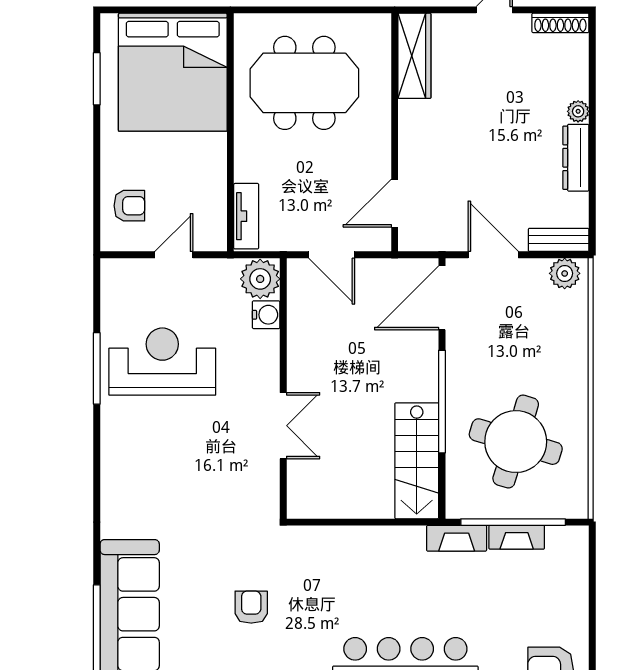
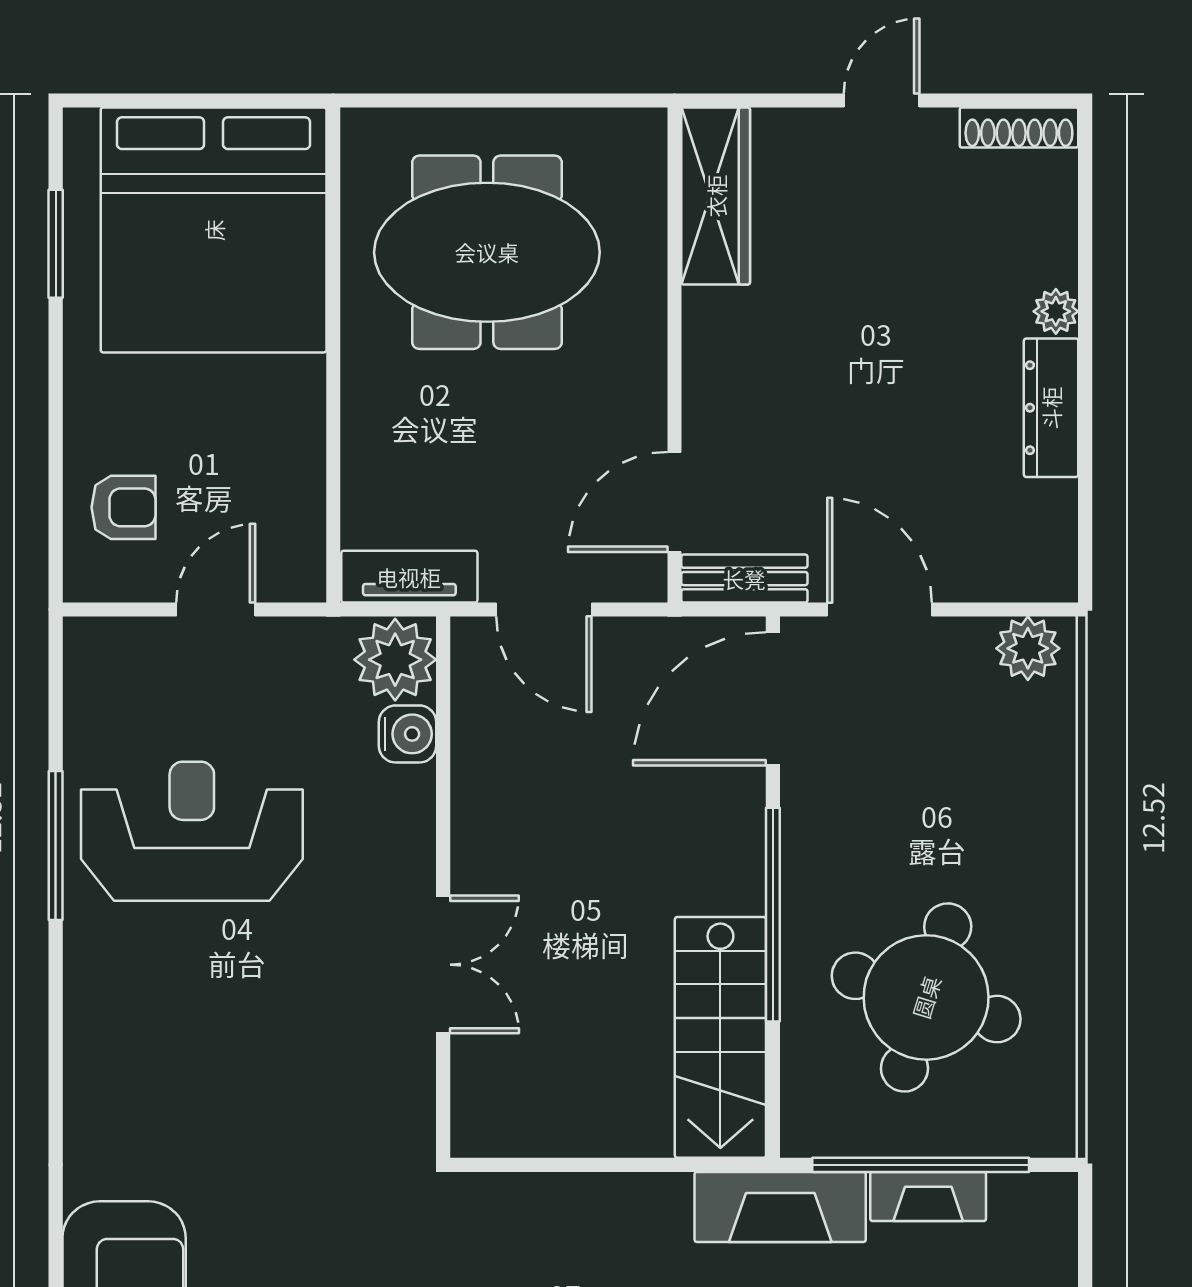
tv unit: (246, 216) -> (409, 577), moved, turned -90
bench: (559, 240) -> (744, 579), moved
fireplace: (457, 538) -> (780, 1207), width x1.37, depth x1.32

